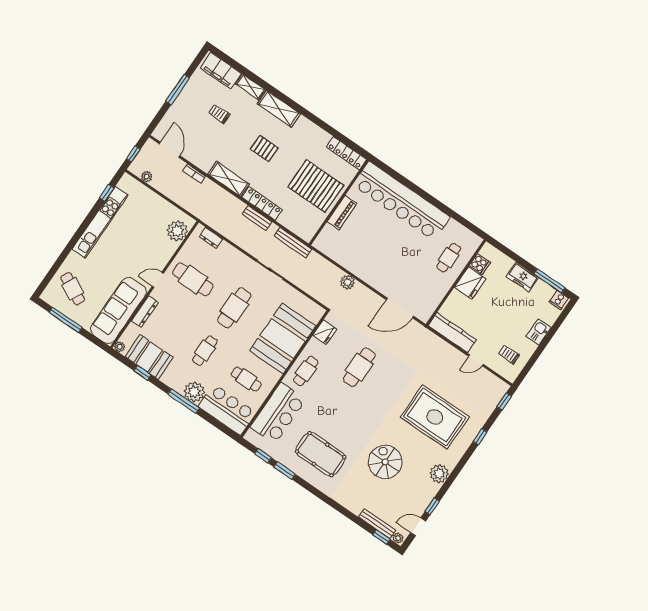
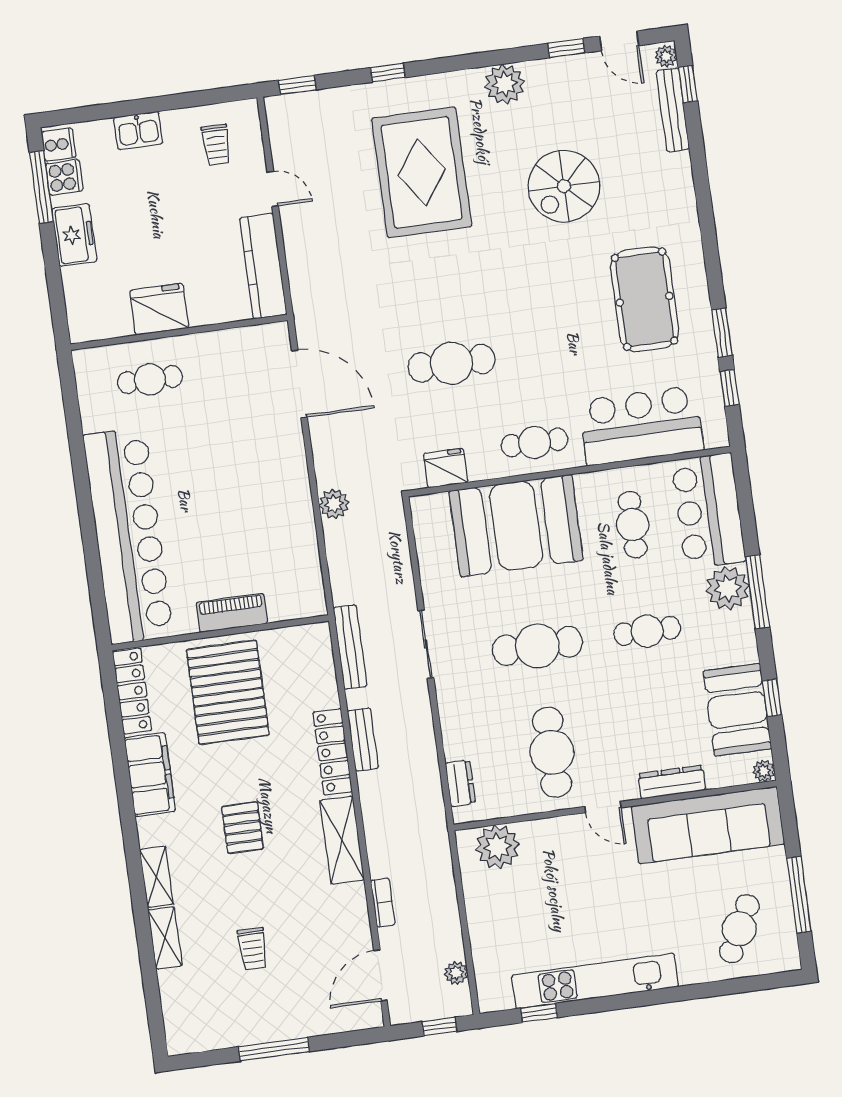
filing cabinet: (221, 71) -> (150, 775), moved
shelving: (279, 109) -> (156, 877), width x0.67, depth x0.75
cooker: (480, 264) -> (64, 177), moved, turned 90

